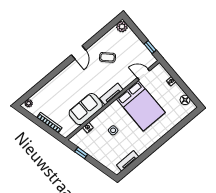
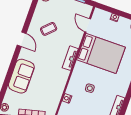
door: (143, 74) -> (88, 25), hinge flipped
sofa: (86, 109) -> (21, 76), moved, turned 180

